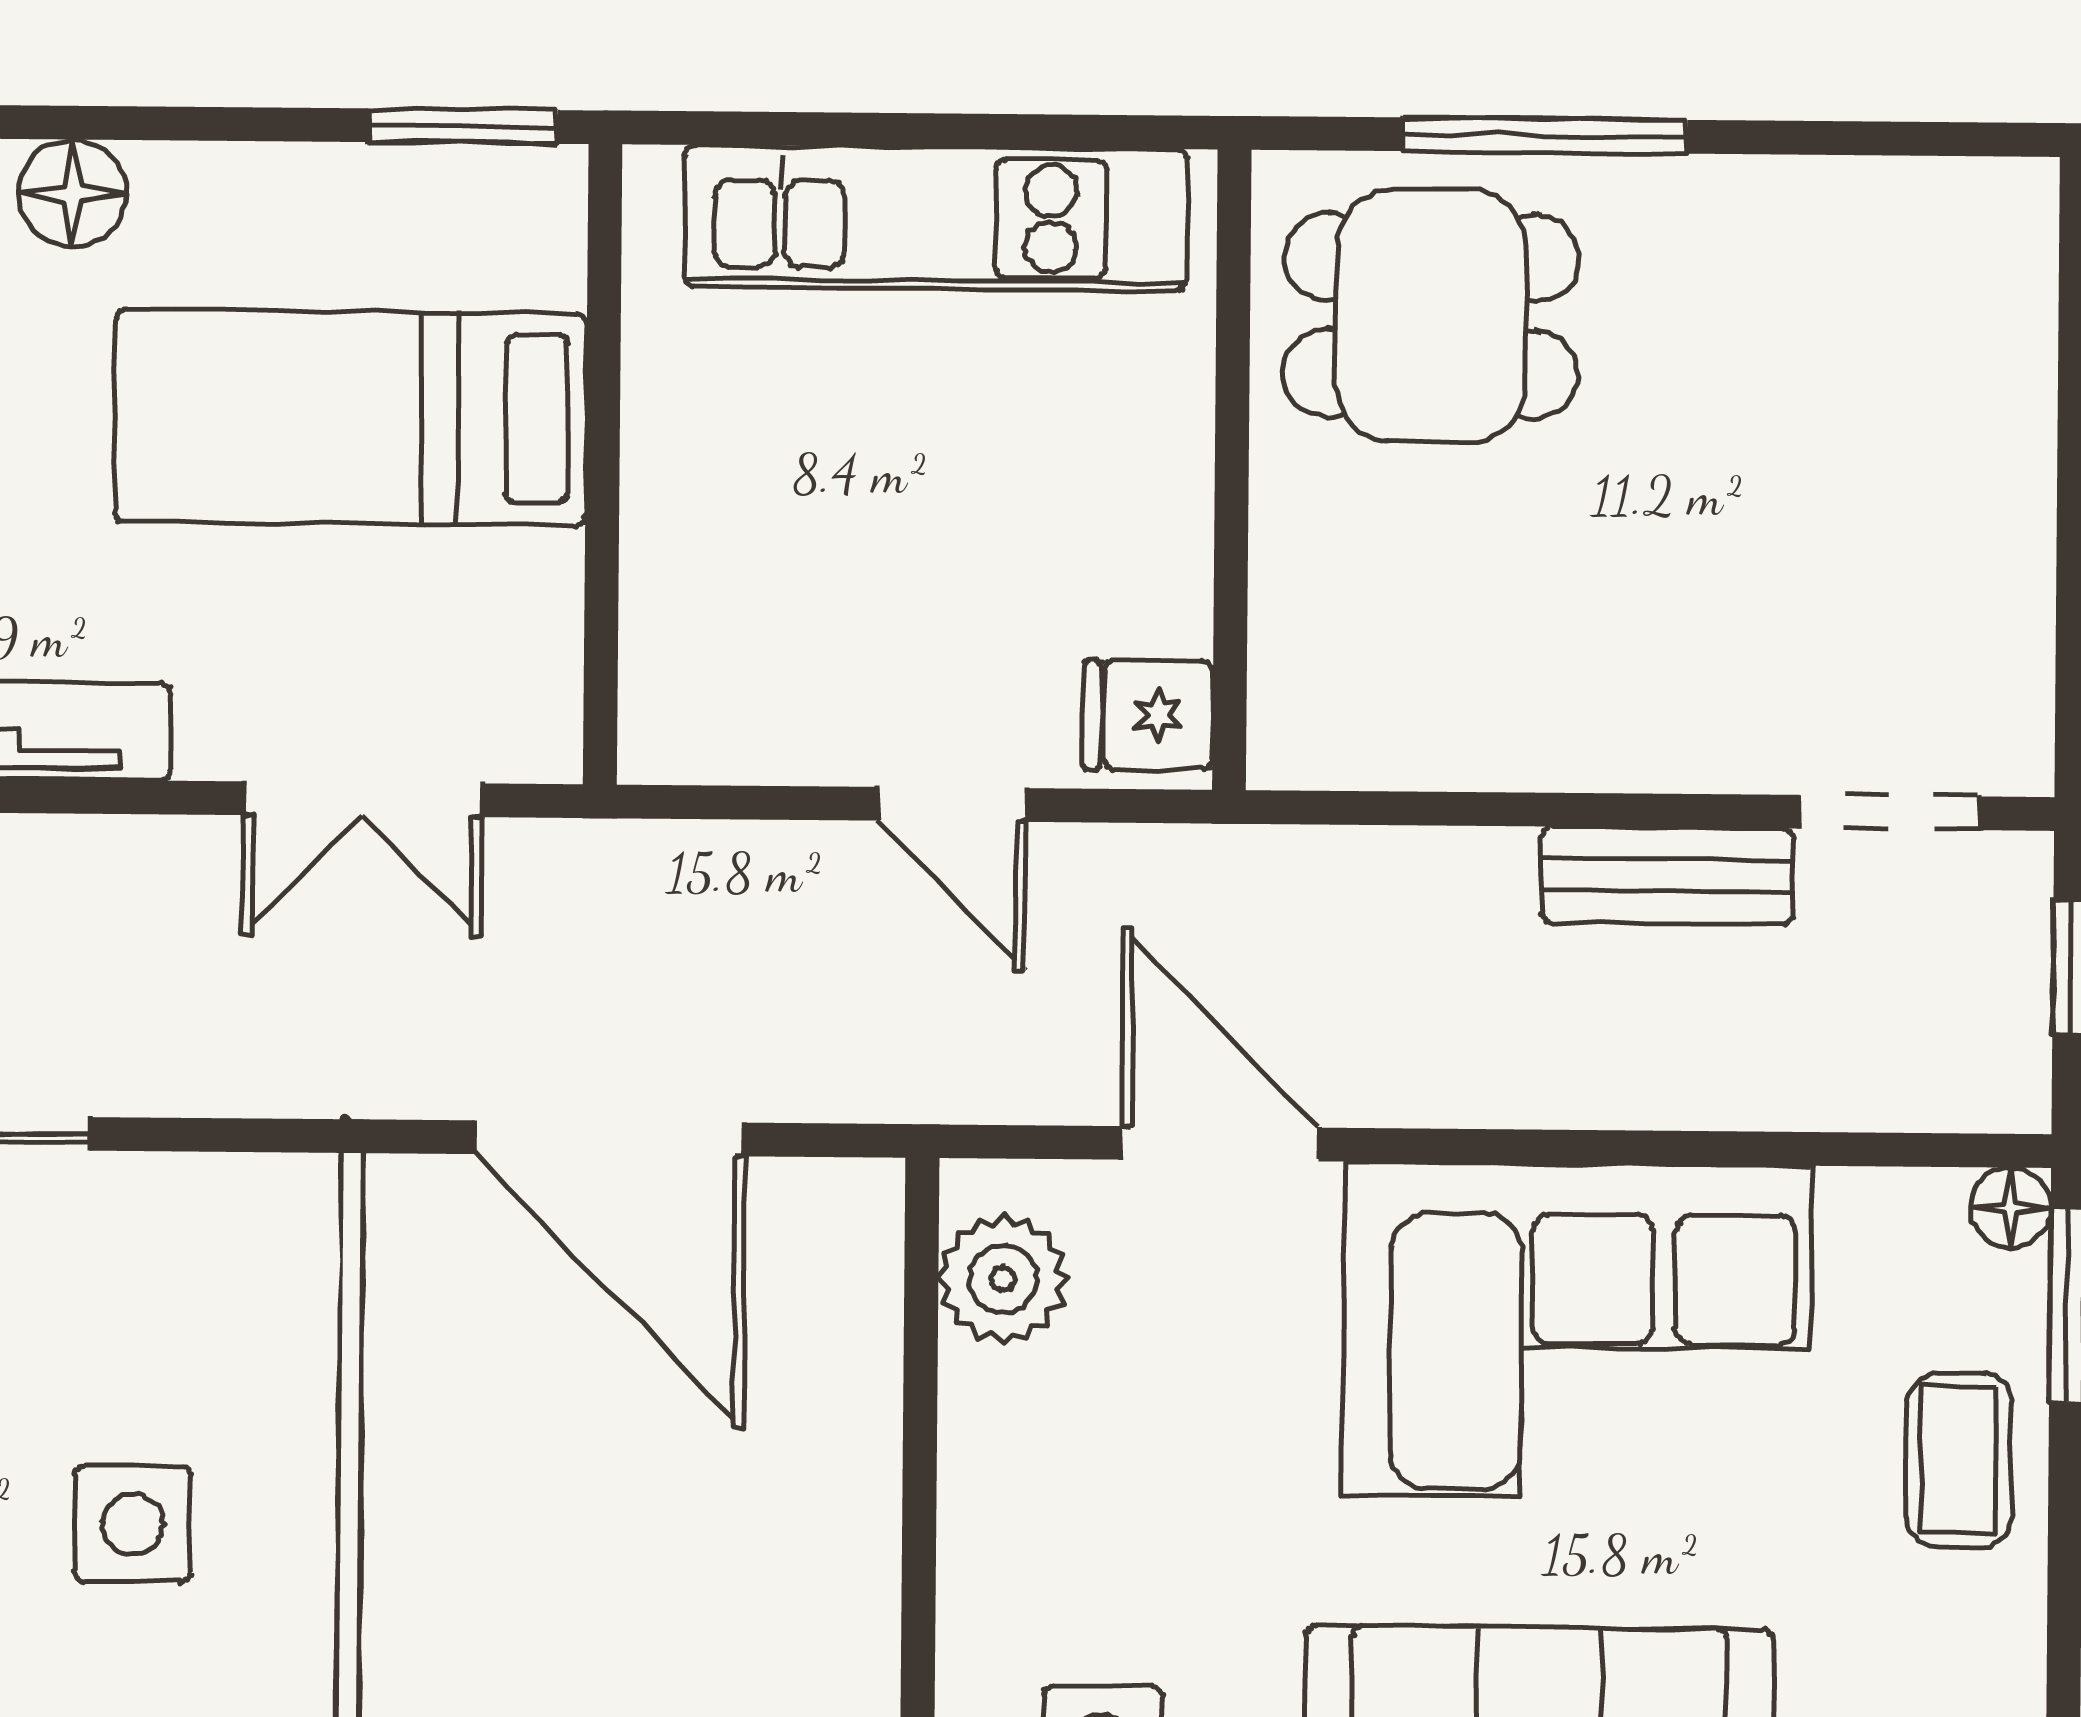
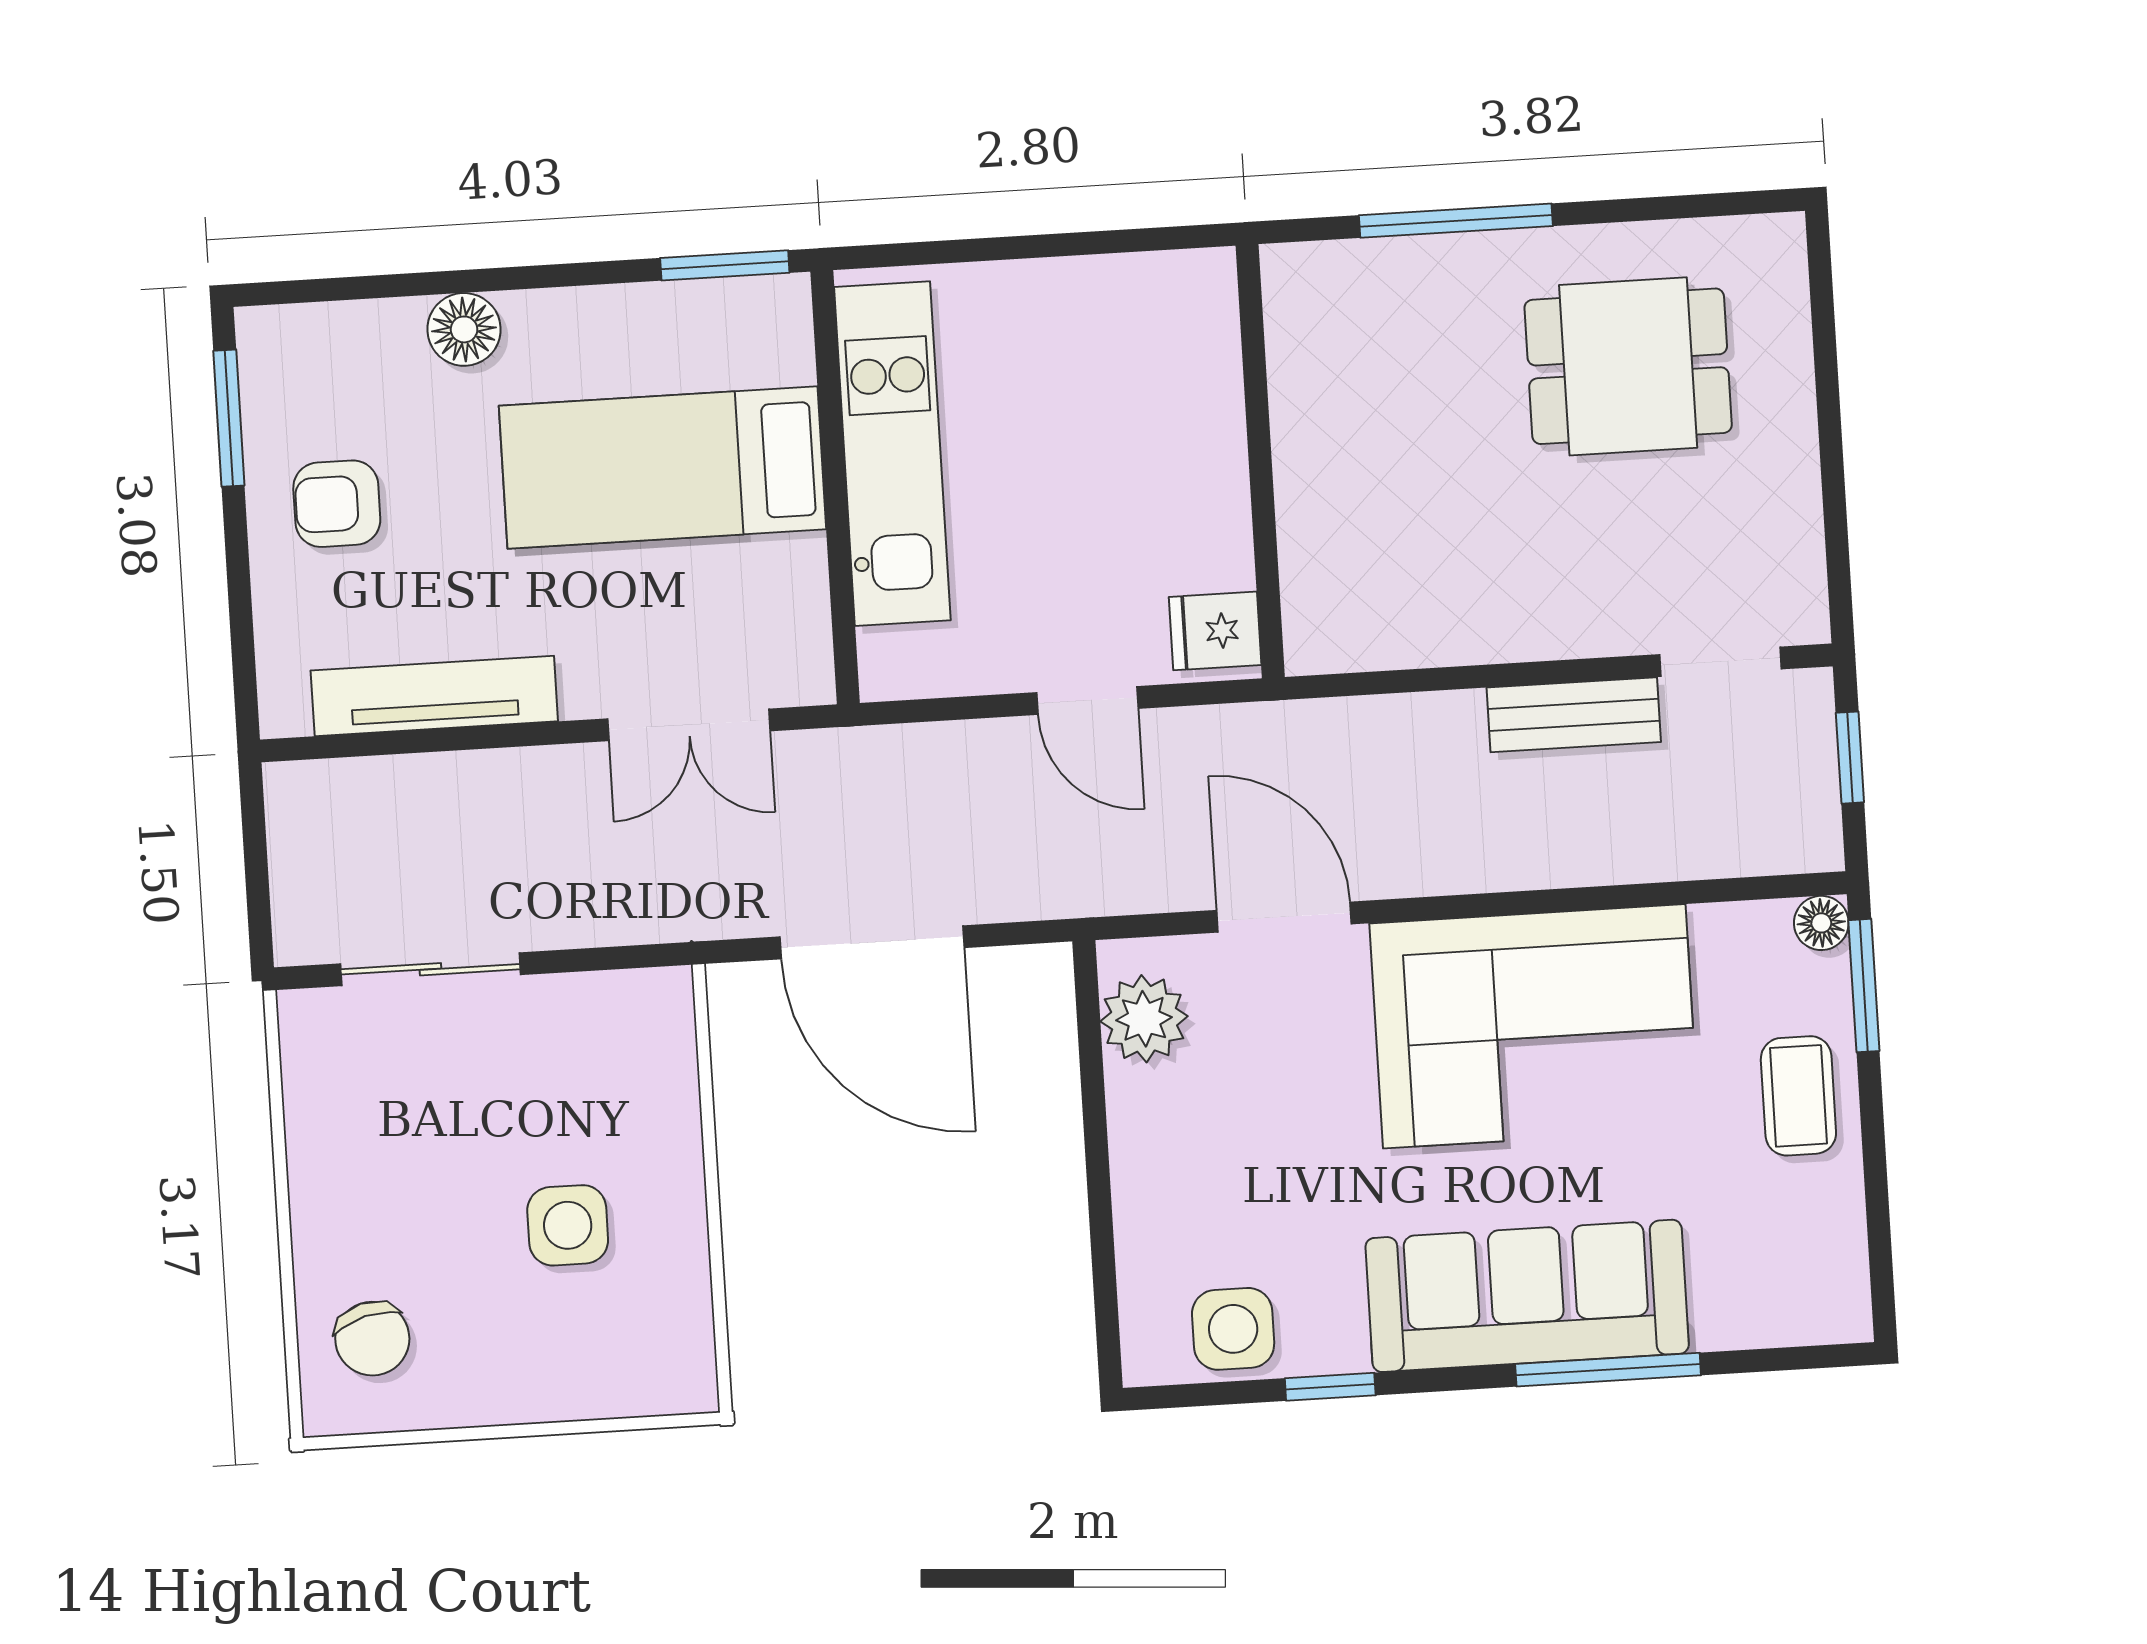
kitchen unit: (936, 218) -> (892, 454), moved, turned -90
dining table: (1431, 316) -> (1628, 366), moved

